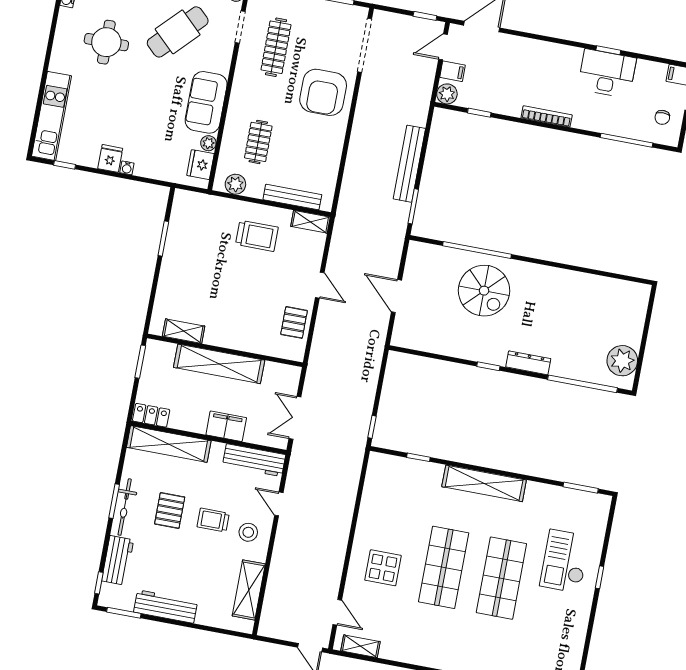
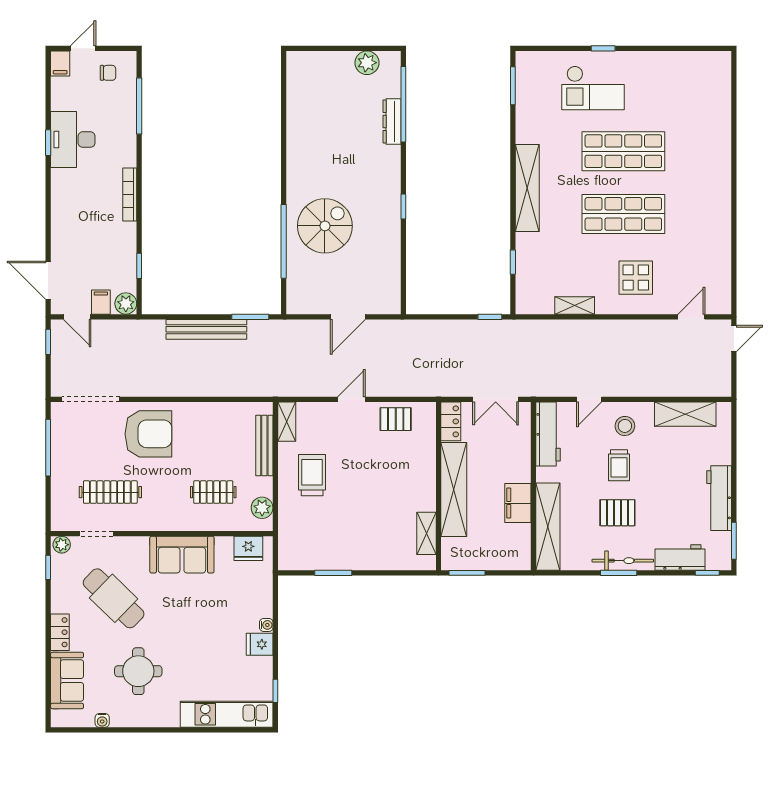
plant: (208, 143) -> (224, 544), removed
plant: (622, 361) -> (367, 63), width x0.73, depth x0.73
dresser: (528, 363) -> (392, 121), moved
locker: (151, 415) -> (451, 421), moved, turned 180
filing cabinet: (226, 426) -> (518, 503), moved
shelving: (360, 646) -> (575, 305), moved, turned 90

